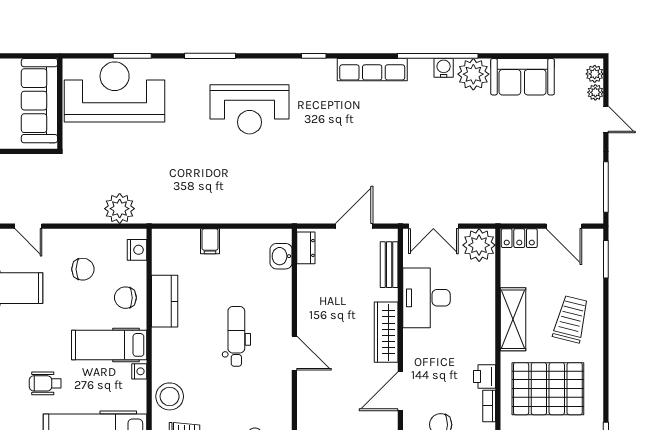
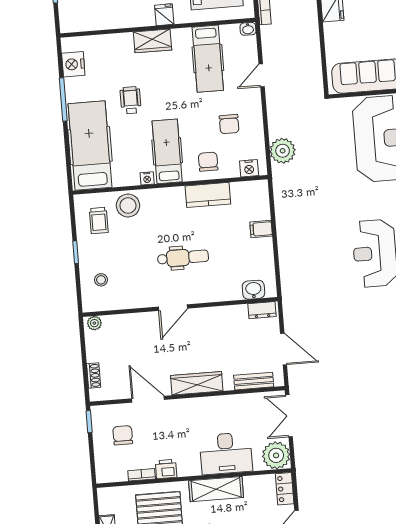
desk: (426, 298) -> (226, 453), moved, turned 180

